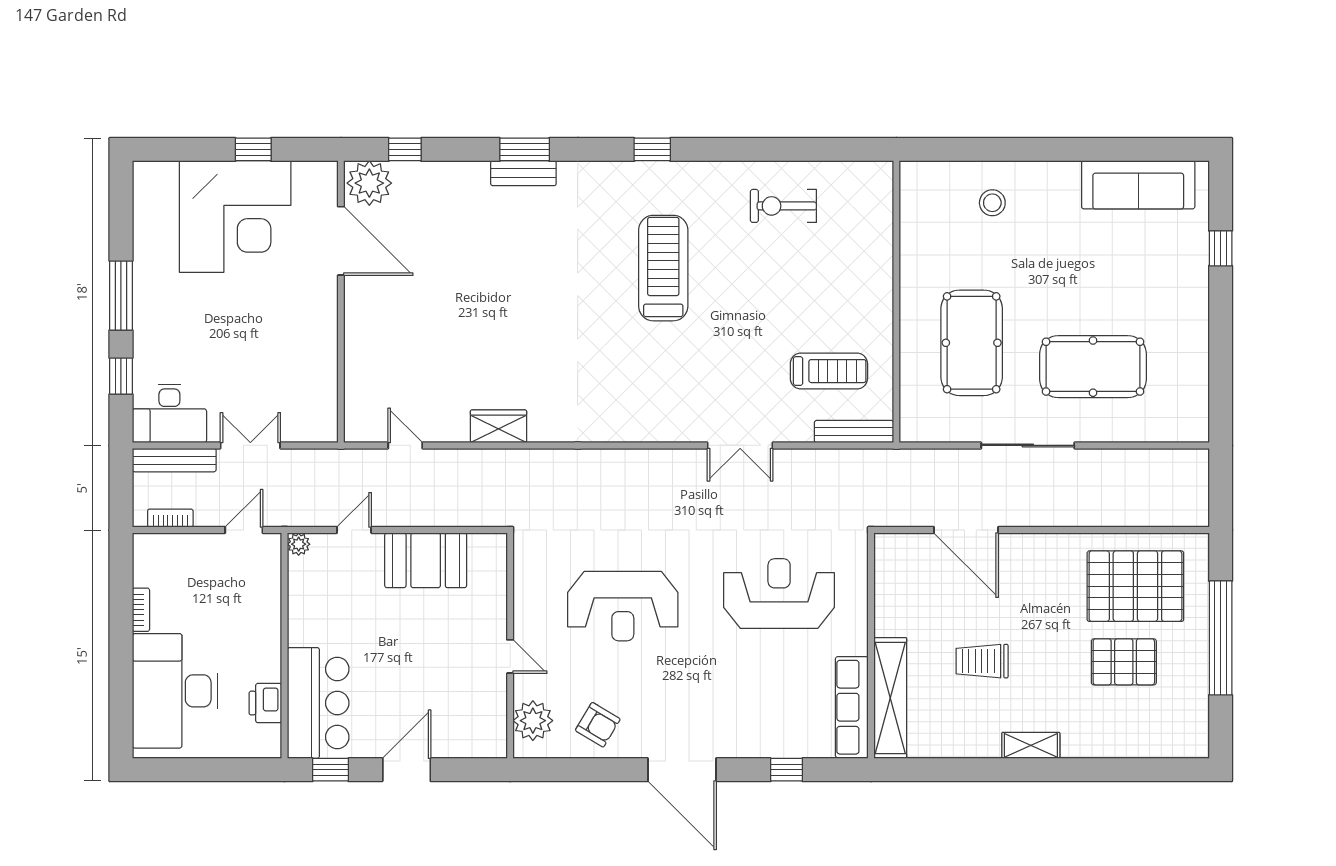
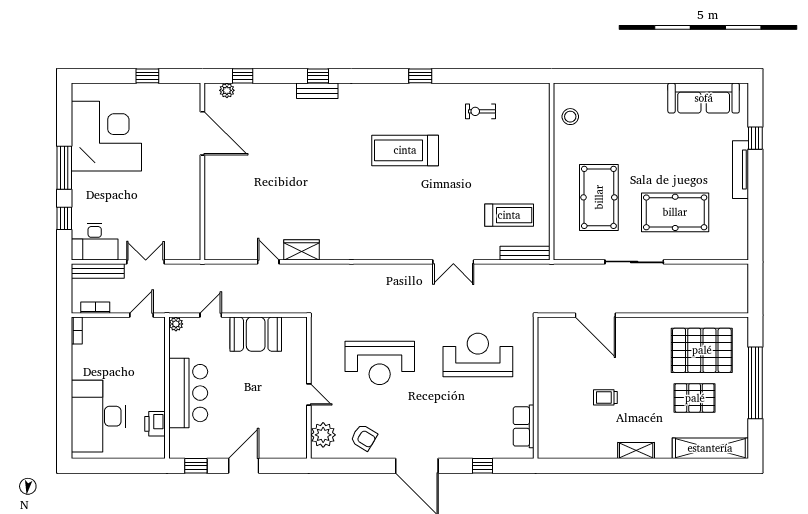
window: (525, 149) -> (318, 76), width x0.67
window: (652, 149) -> (420, 76), moved
plant: (369, 183) -> (227, 90), width x0.53, depth x0.53
stool: (992, 203) -> (570, 117), moved
exercise bike: (783, 206) -> (481, 111), width x0.73, depth x0.72
corner desk: (235, 216) -> (106, 136), moved, turned -90
treadmill: (663, 268) -> (405, 150), turned -90
tv unit: (1197, 298) -> (740, 170), added
door: (405, 445) -> (268, 262), moved
bookcase: (141, 610) -> (77, 330), moved
trolley: (982, 661) -> (605, 397), width x0.73, depth x0.72
shelving: (890, 698) -> (710, 448), moved, turned 90
bar counter: (318, 703) -> (188, 393), moved
row of seats: (852, 707) -> (524, 426), width x0.68

